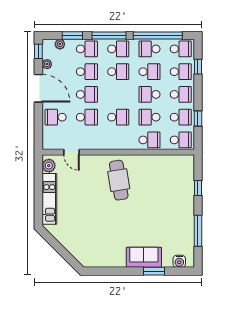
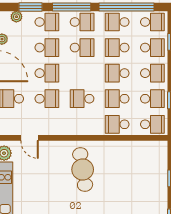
school desk: (149, 72) -> (117, 48), turned 180
school desk: (118, 117) -> (82, 99), turned 180
school desk: (149, 140) -> (117, 124), turned 180

